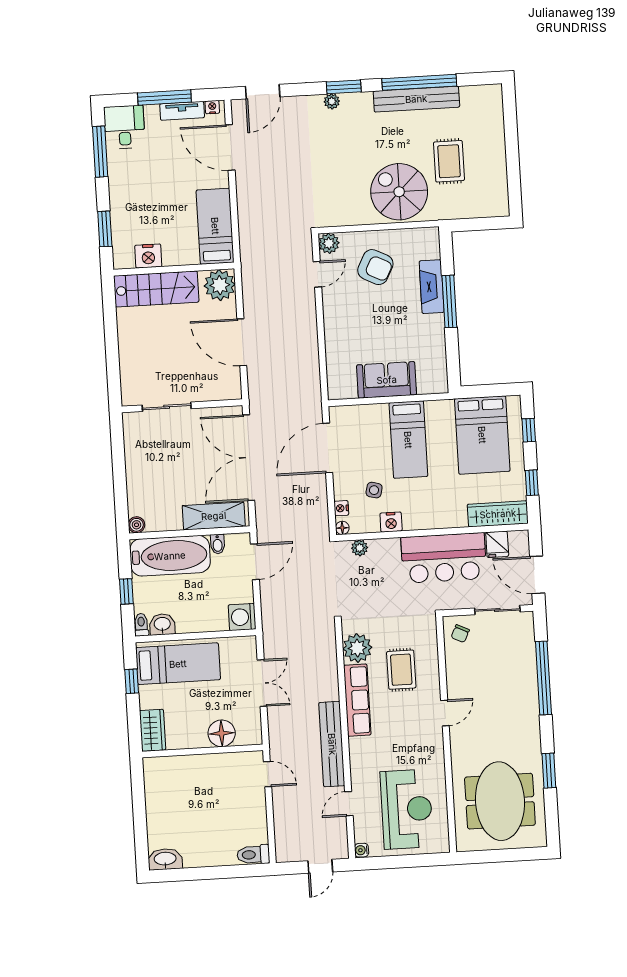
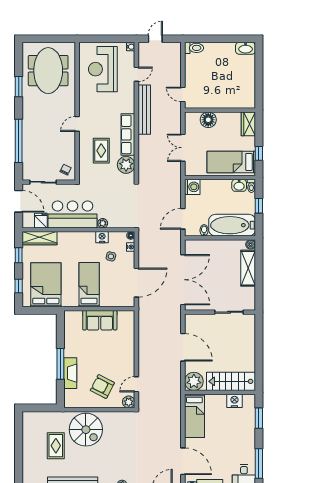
shelving: (214, 516) -> (248, 268), moved, turned 90
plant: (360, 548) -> (103, 223), moved

